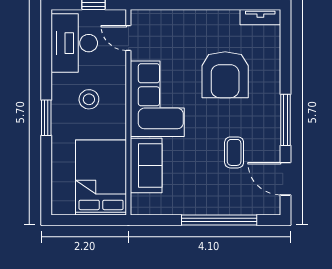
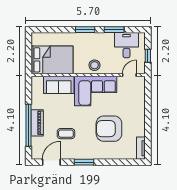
desk: (74, 43) -> (127, 45), width x0.73
window: (46, 65) -> (114, 30), added
stool: (89, 99) -> (94, 65), moved
window: (286, 120) -> (84, 162), width x0.69
piano: (215, 204) -> (37, 123), added

